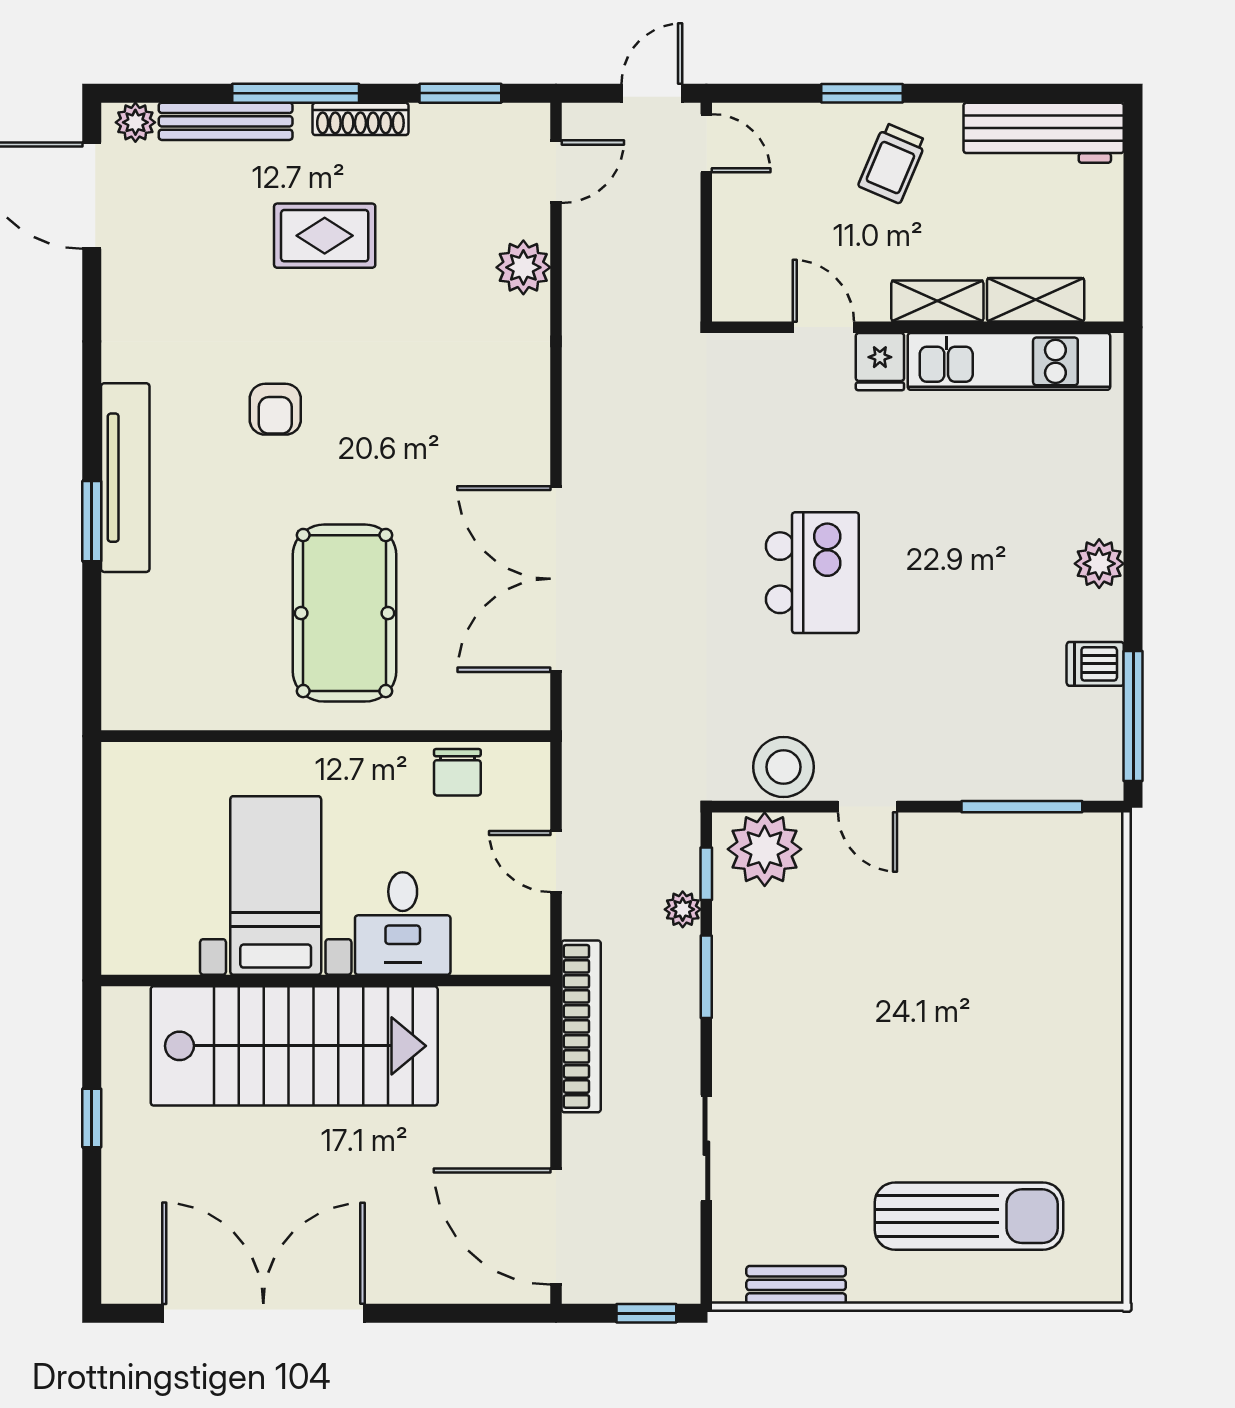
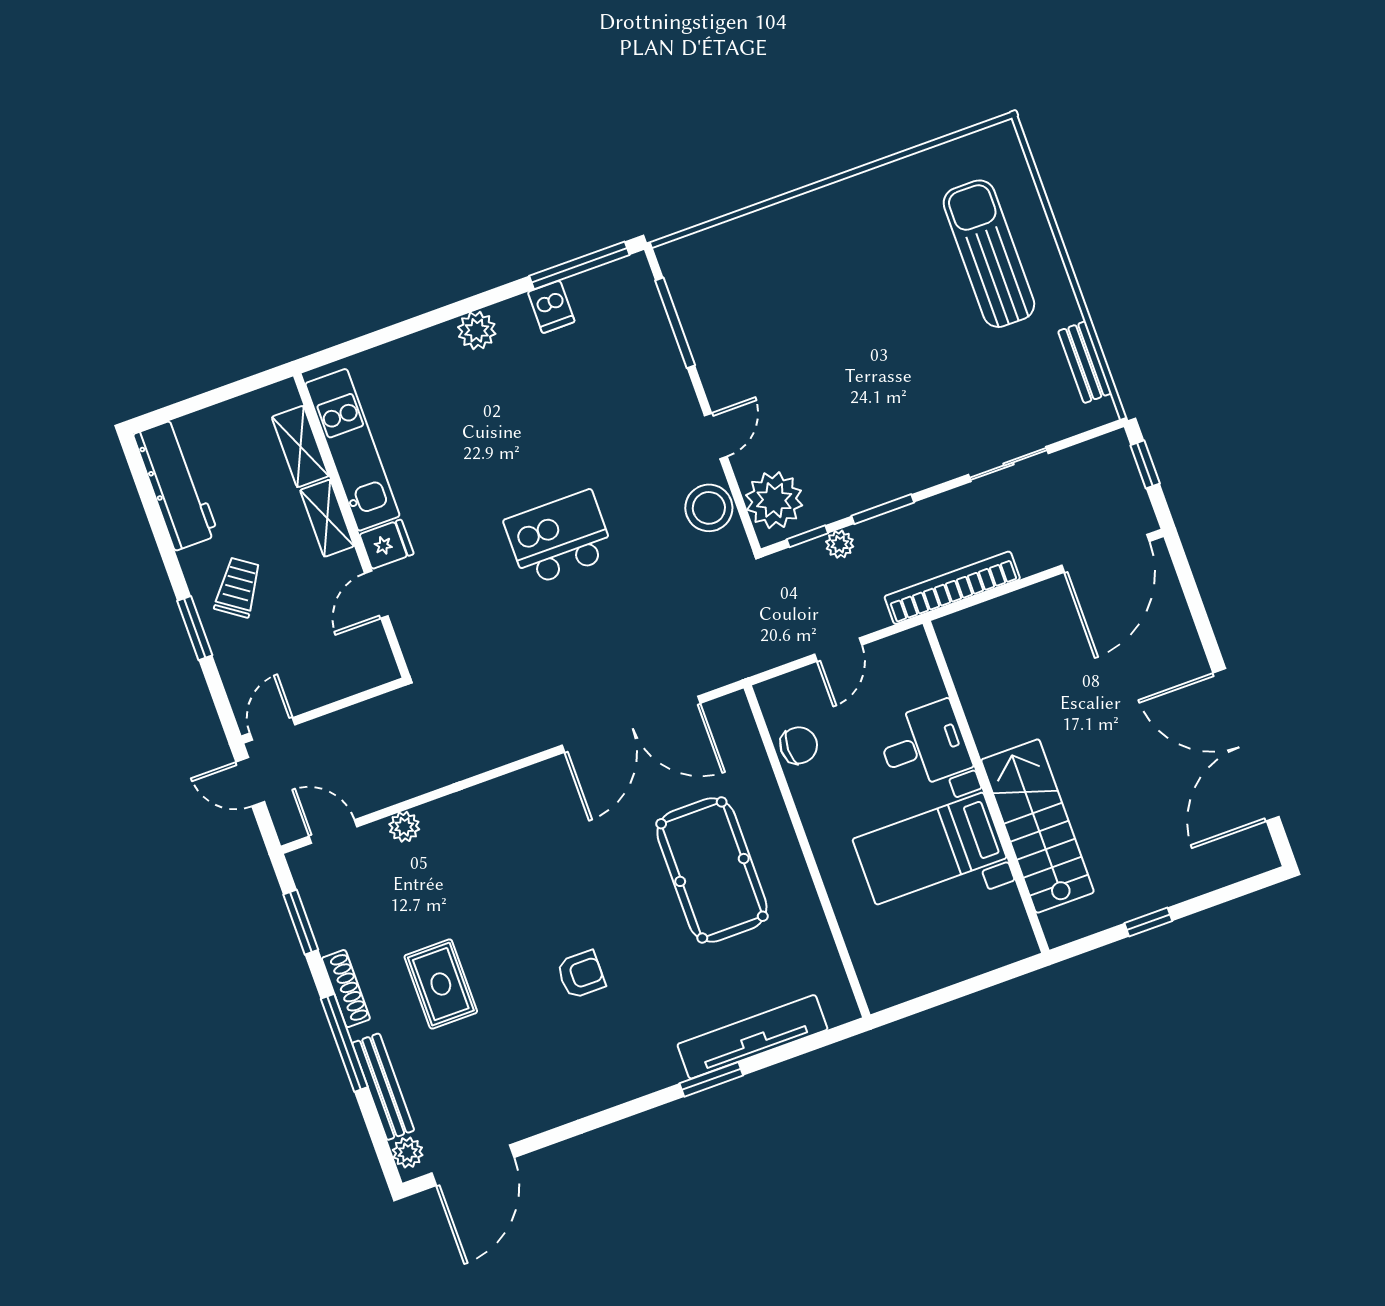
trolley: (892, 163) -> (238, 587), turned -78
plant: (523, 267) -> (404, 827), width x0.73, depth x0.73
tv unit: (125, 478) -> (752, 1037), moved
pool table: (344, 613) -> (712, 870), turned 90
stairs: (294, 1046) -> (1038, 826), width x0.73, depth x0.66

